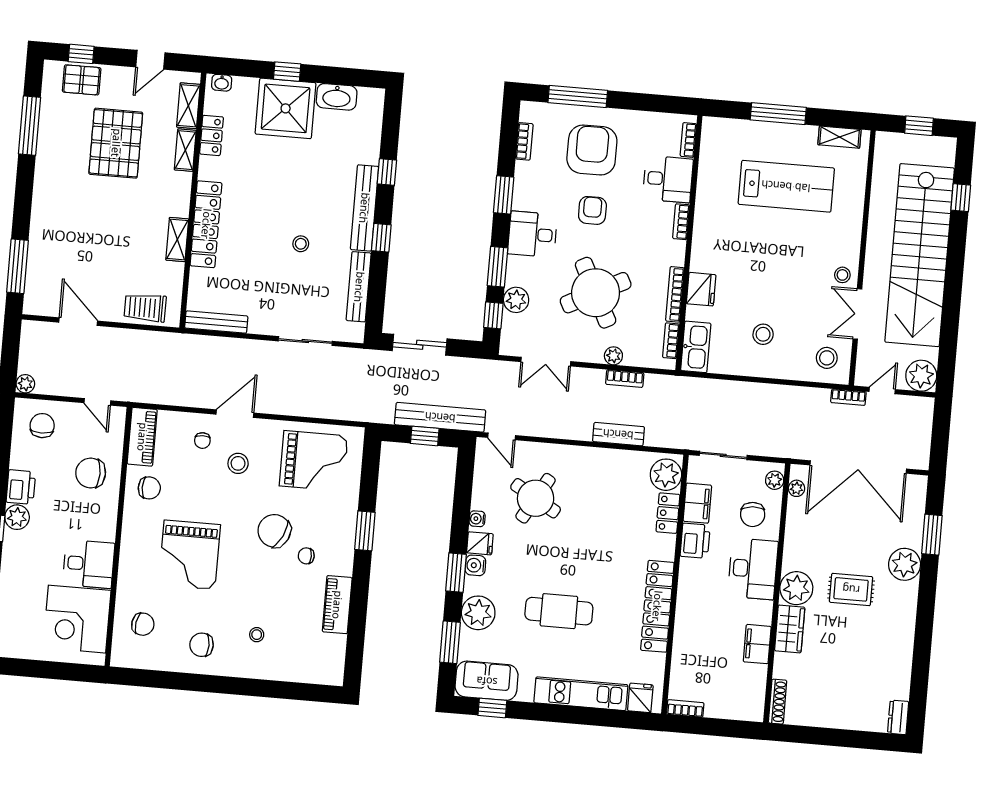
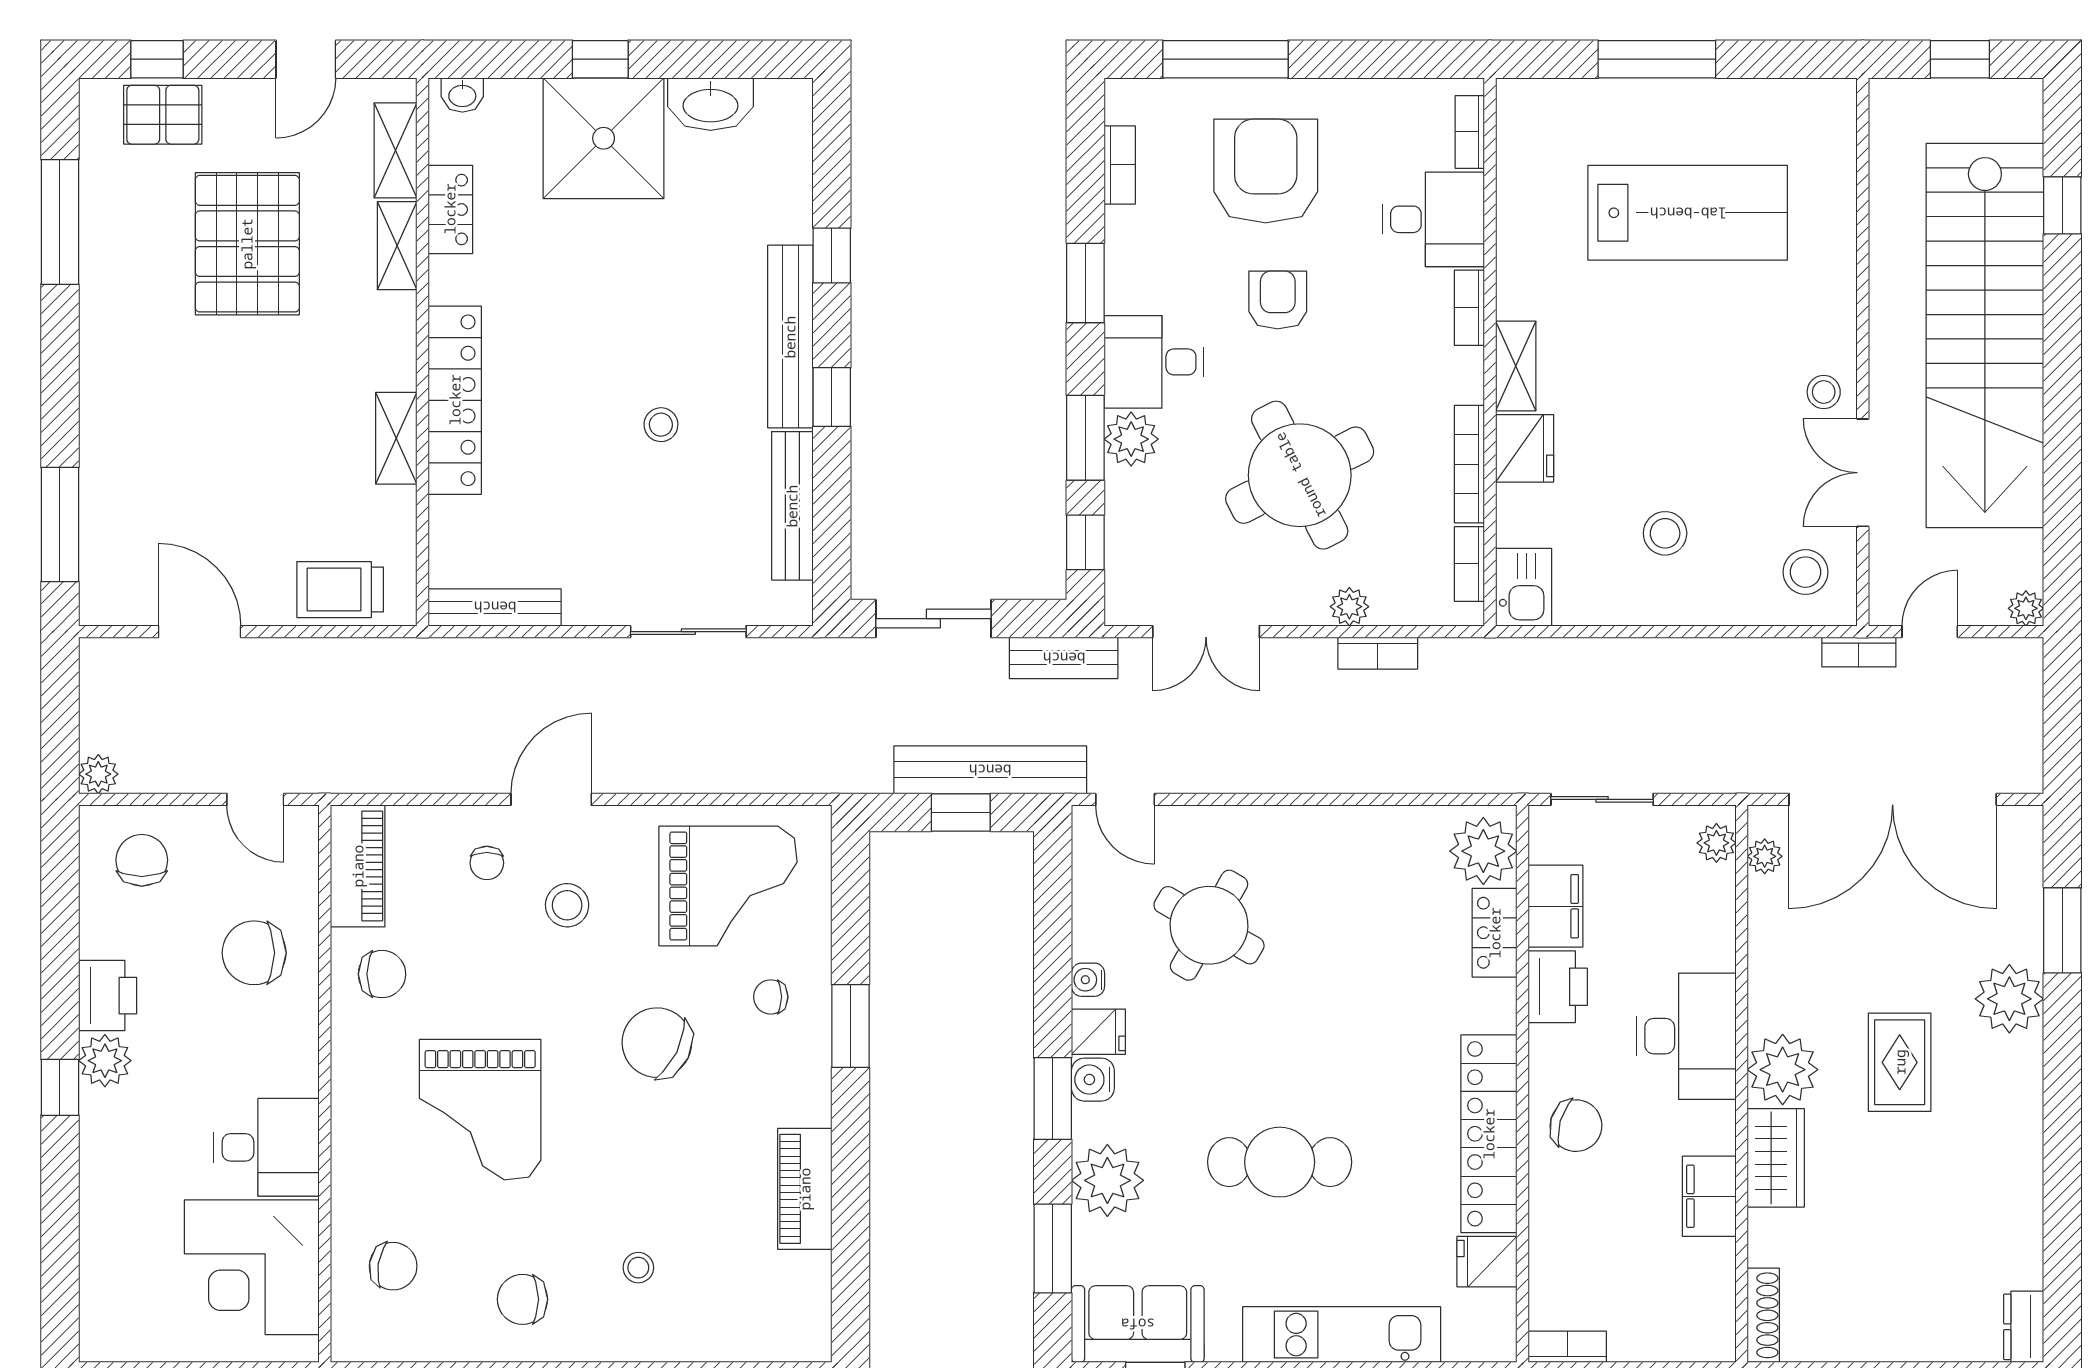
shelving: (839, 137) -> (1516, 366), moved, turned 90
plant: (516, 300) -> (1131, 439), moved
kitchen sink: (696, 347) -> (1524, 587), width x0.73
plant: (921, 376) -> (2026, 608), width x0.53, depth x0.53
bench: (618, 434) -> (1064, 658), moved
chair: (753, 514) -> (1576, 1126), moved, turned -70
chair: (306, 556) -> (771, 997), moved
rug: (851, 589) -> (1900, 1062), turned 90
fridge: (640, 698) -> (1487, 1262), moved, turned -90

